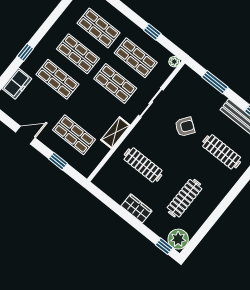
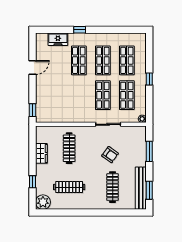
window: (152, 32) -> (149, 79), moved
shelving: (115, 133) -> (75, 118), removed
door: (25, 135) -> (32, 68), hinge flipped
shop shelf: (74, 135) -> (55, 95), removed
window: (58, 161) -> (32, 110), moved
wardrobe: (136, 208) -> (41, 153), moved
window: (164, 246) -> (32, 182), moved

